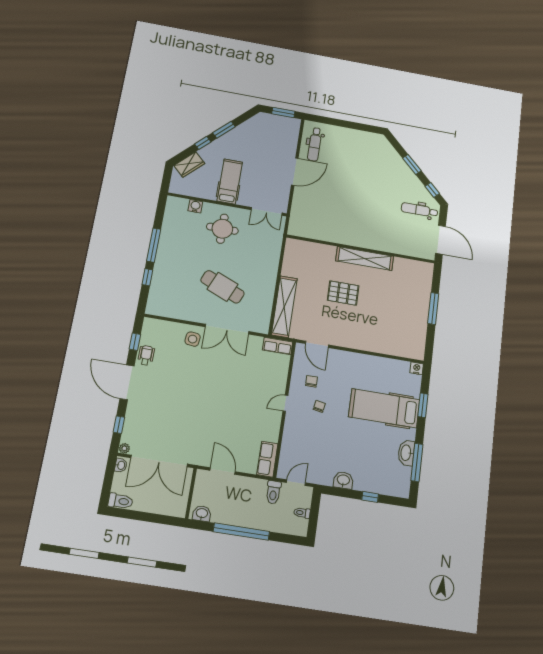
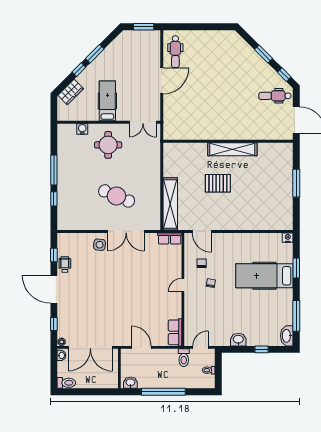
washbasin: (406, 453) -> (287, 336), moved

